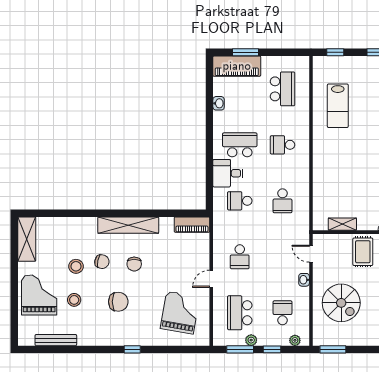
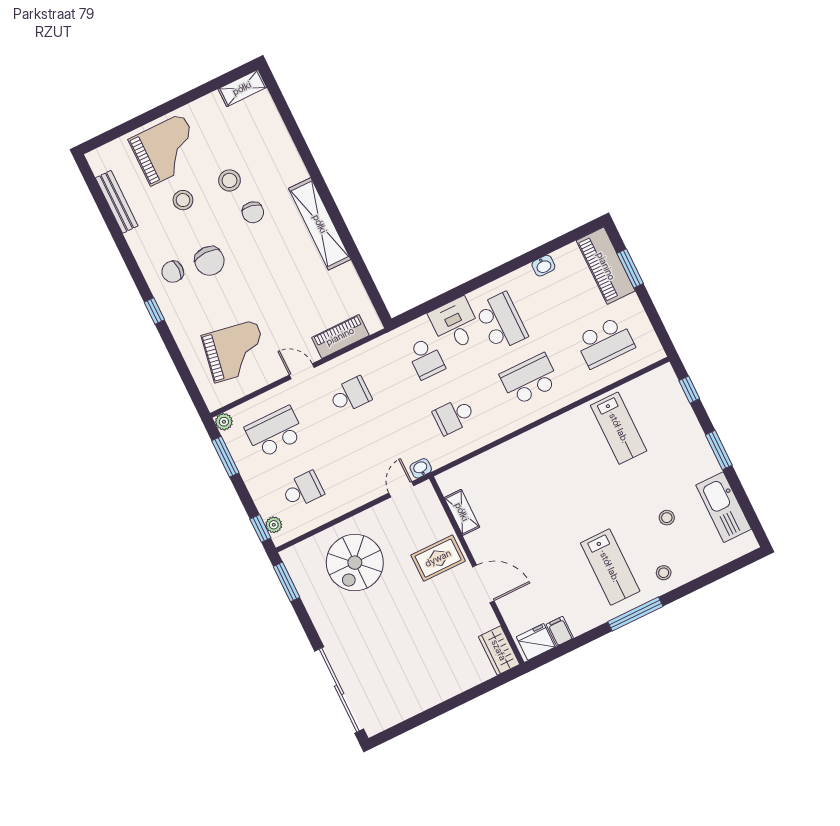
lab bench: (338, 106) -> (619, 428), turned -90
school desk: (283, 145) -> (529, 379), width x1.85
school desk: (240, 201) -> (426, 358), turned 180
piano: (192, 225) -> (340, 336), moved, turned 90
shelving: (27, 239) -> (242, 88), width x0.67, depth x0.75
school desk: (240, 257) -> (350, 395), turned 180
chair: (134, 264) -> (173, 272), moved
washbasin: (304, 280) -> (421, 468), moved
plant: (251, 340) -> (224, 422), moved
window: (272, 349) -> (260, 528), moved

